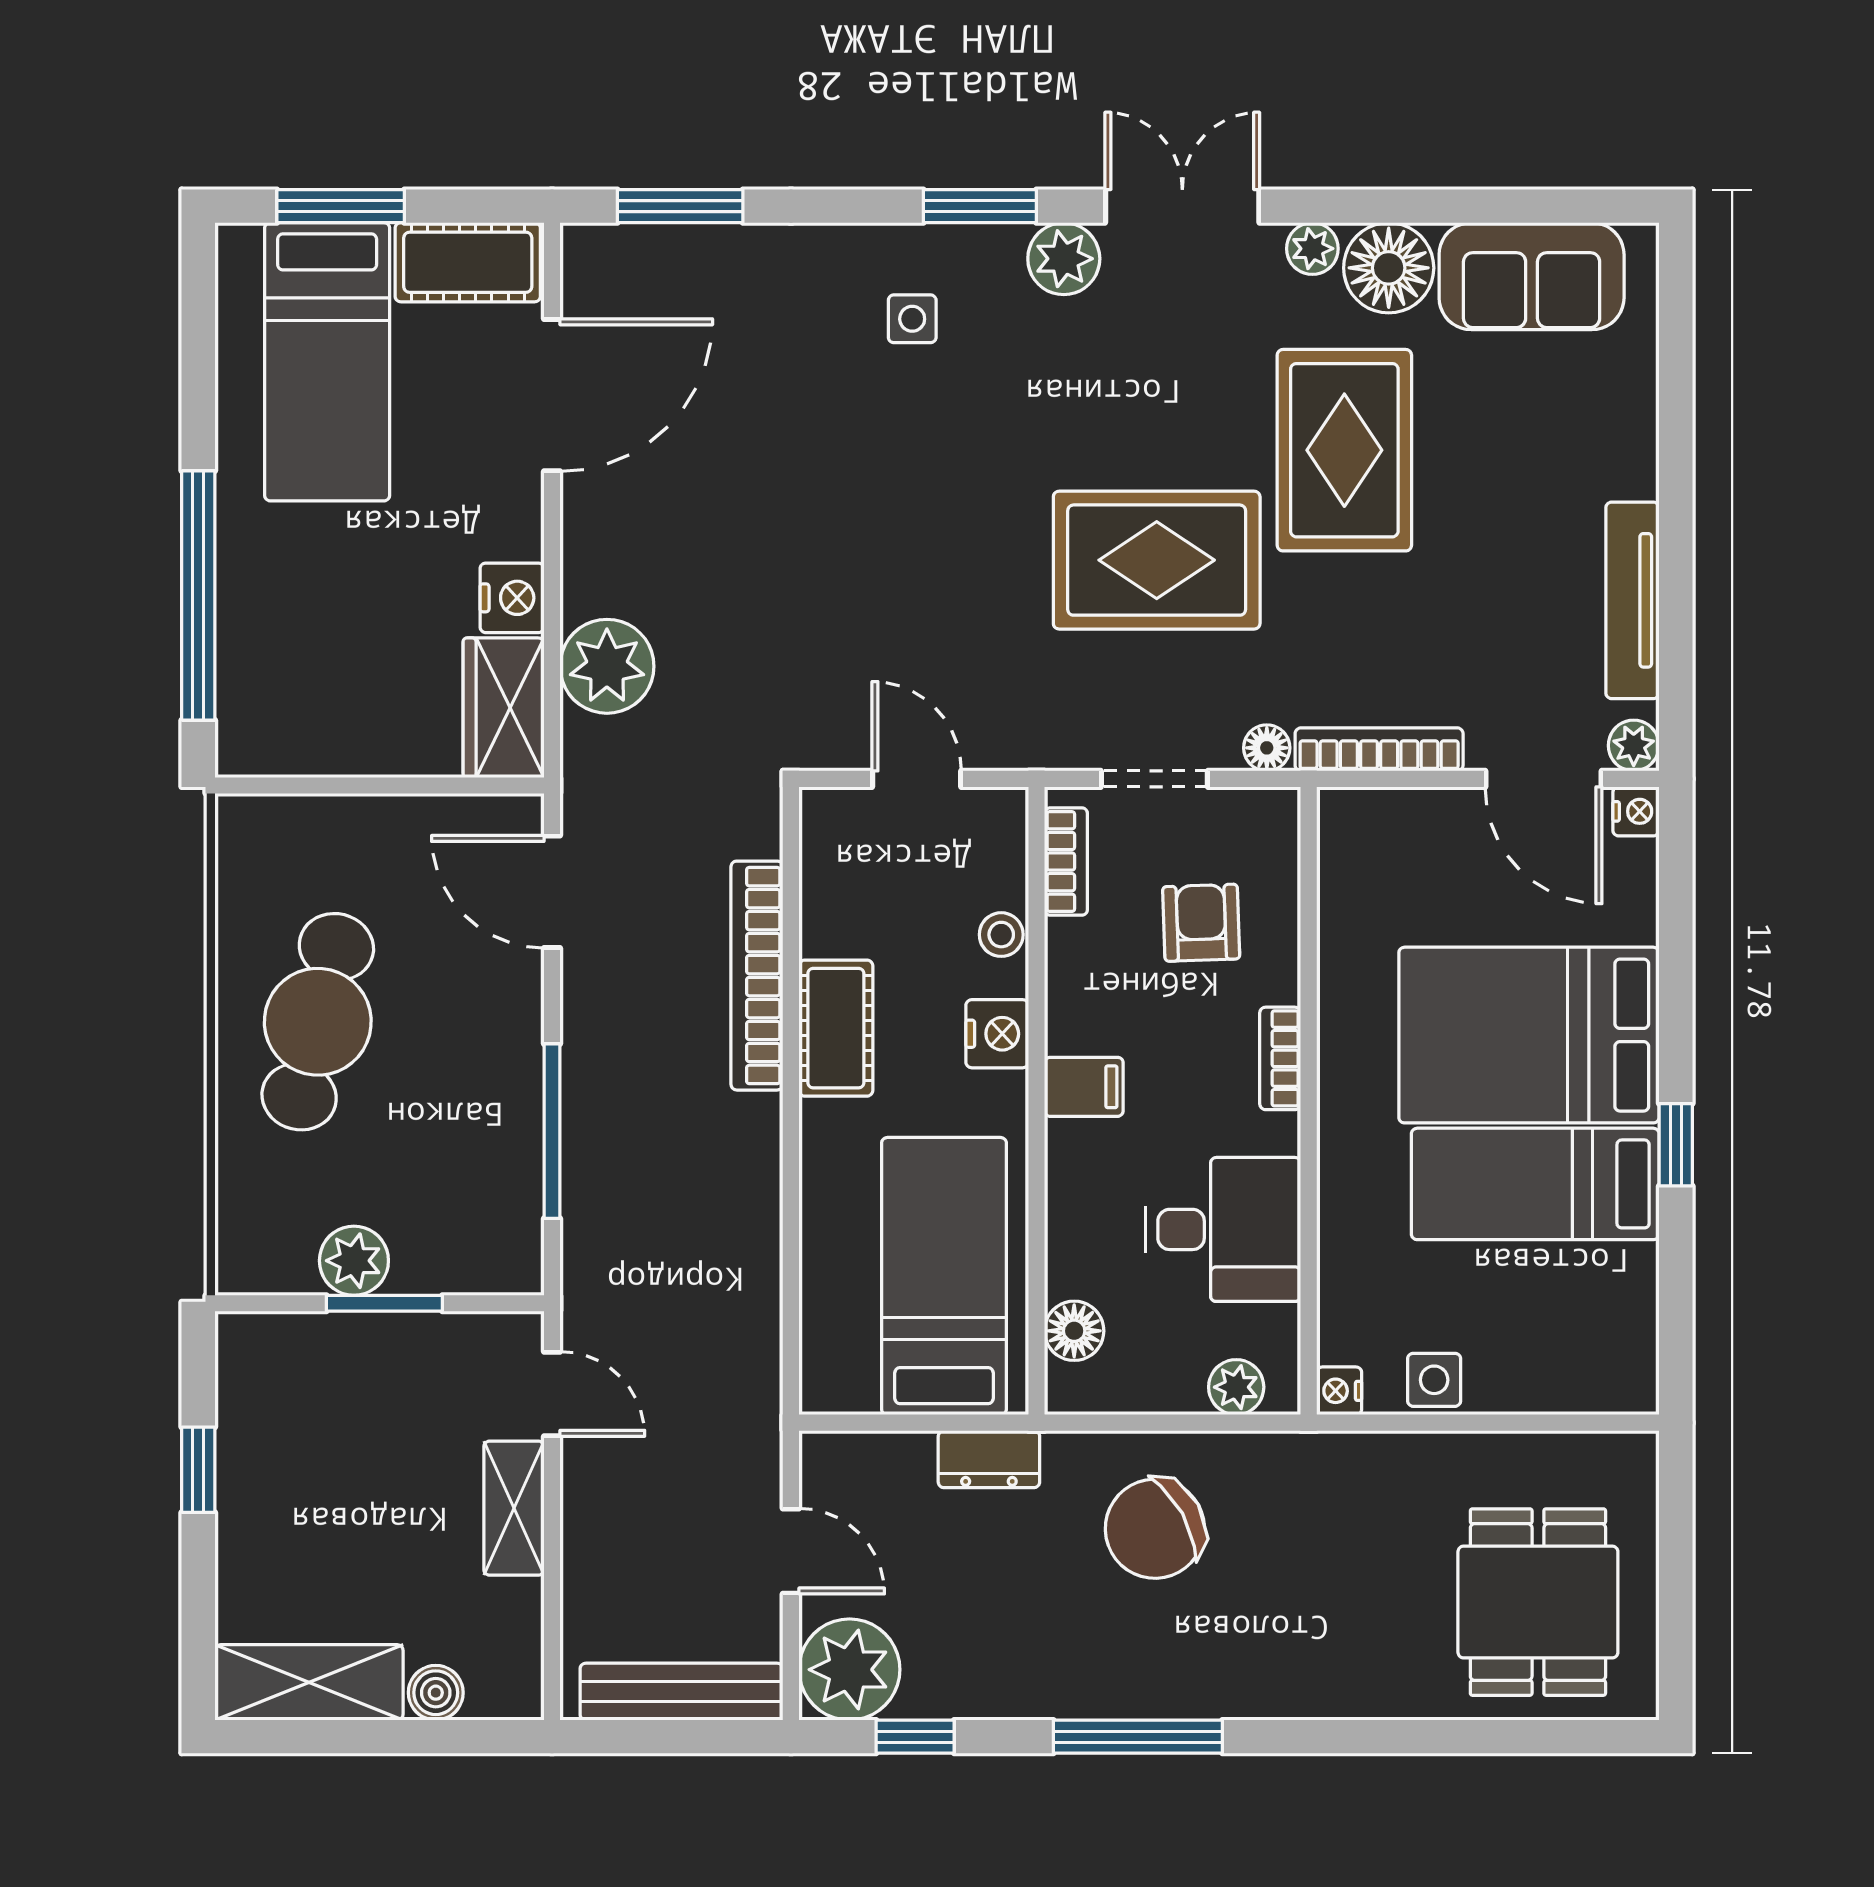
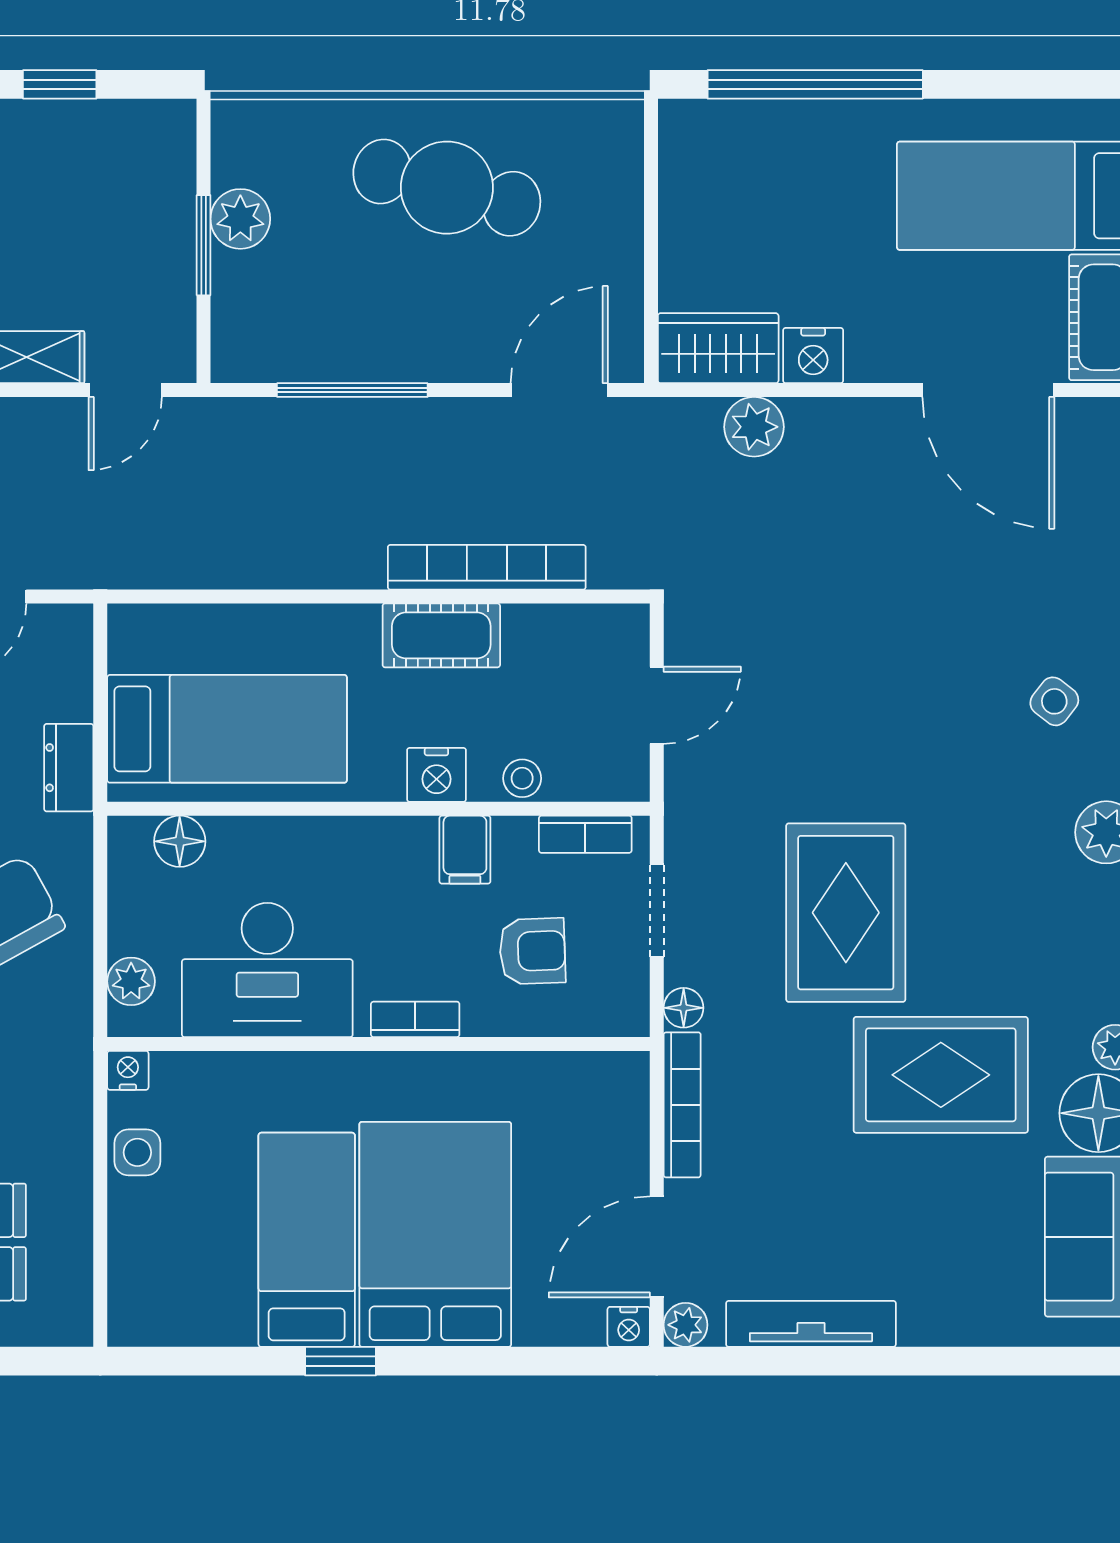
side table: (912, 319) -> (1054, 701), turned 38
plant: (607, 666) -> (754, 427), width x0.73, depth x0.73
filing cabinet: (1084, 1087) -> (465, 850), moved
desk: (1223, 1229) -> (267, 970), width x1.37

